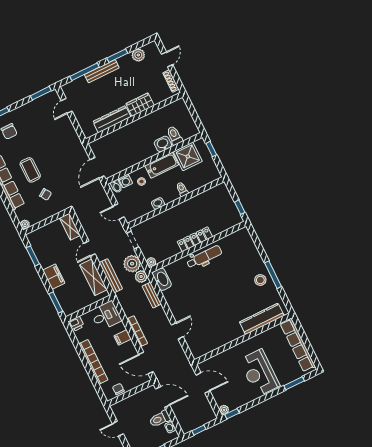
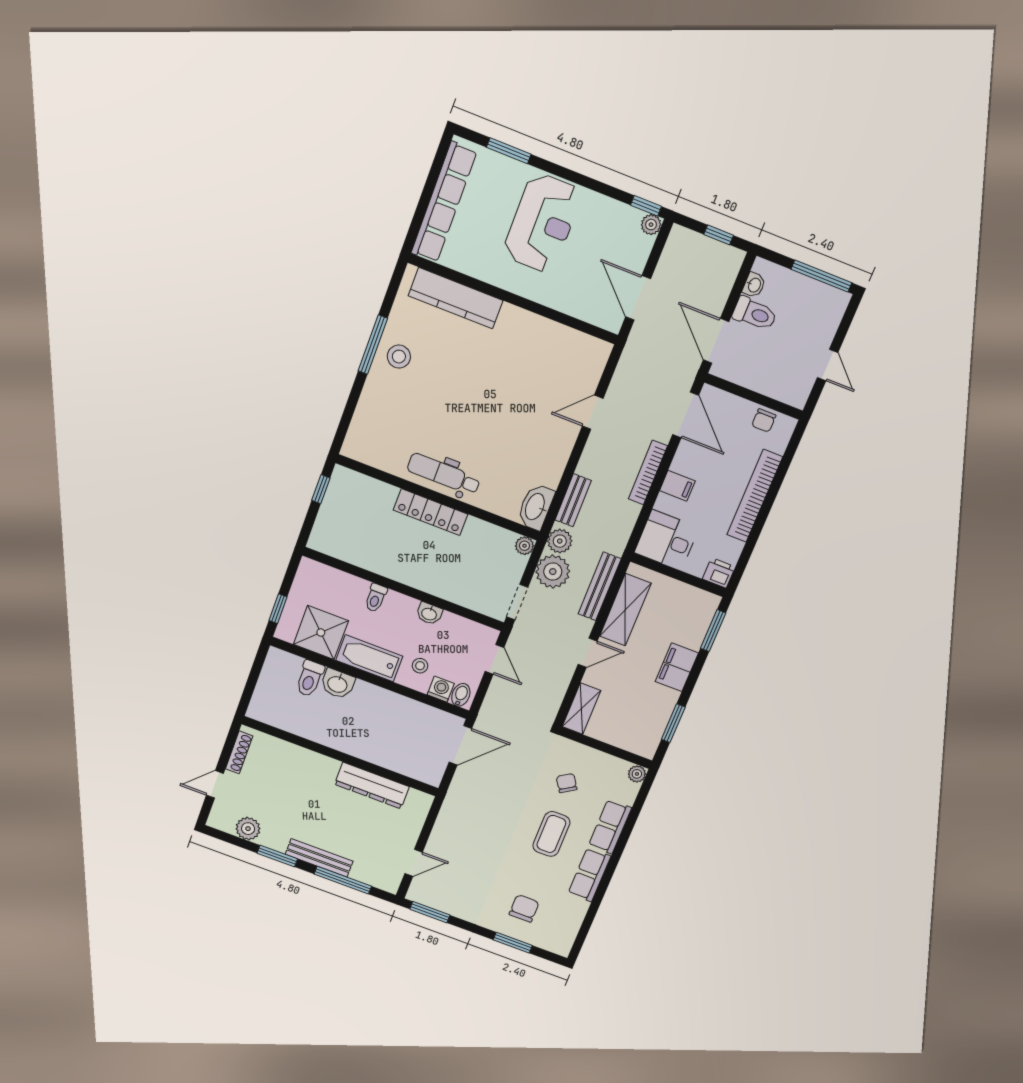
wardrobe: (140, 105) -> (314, 765), removed

